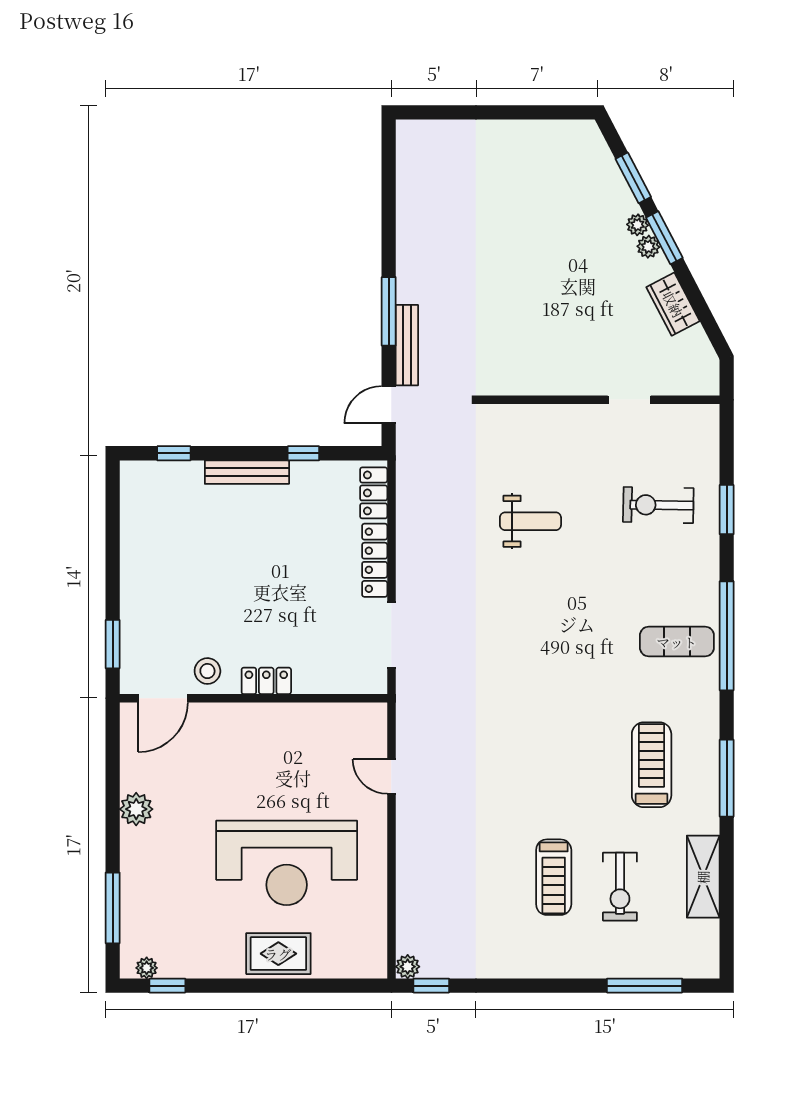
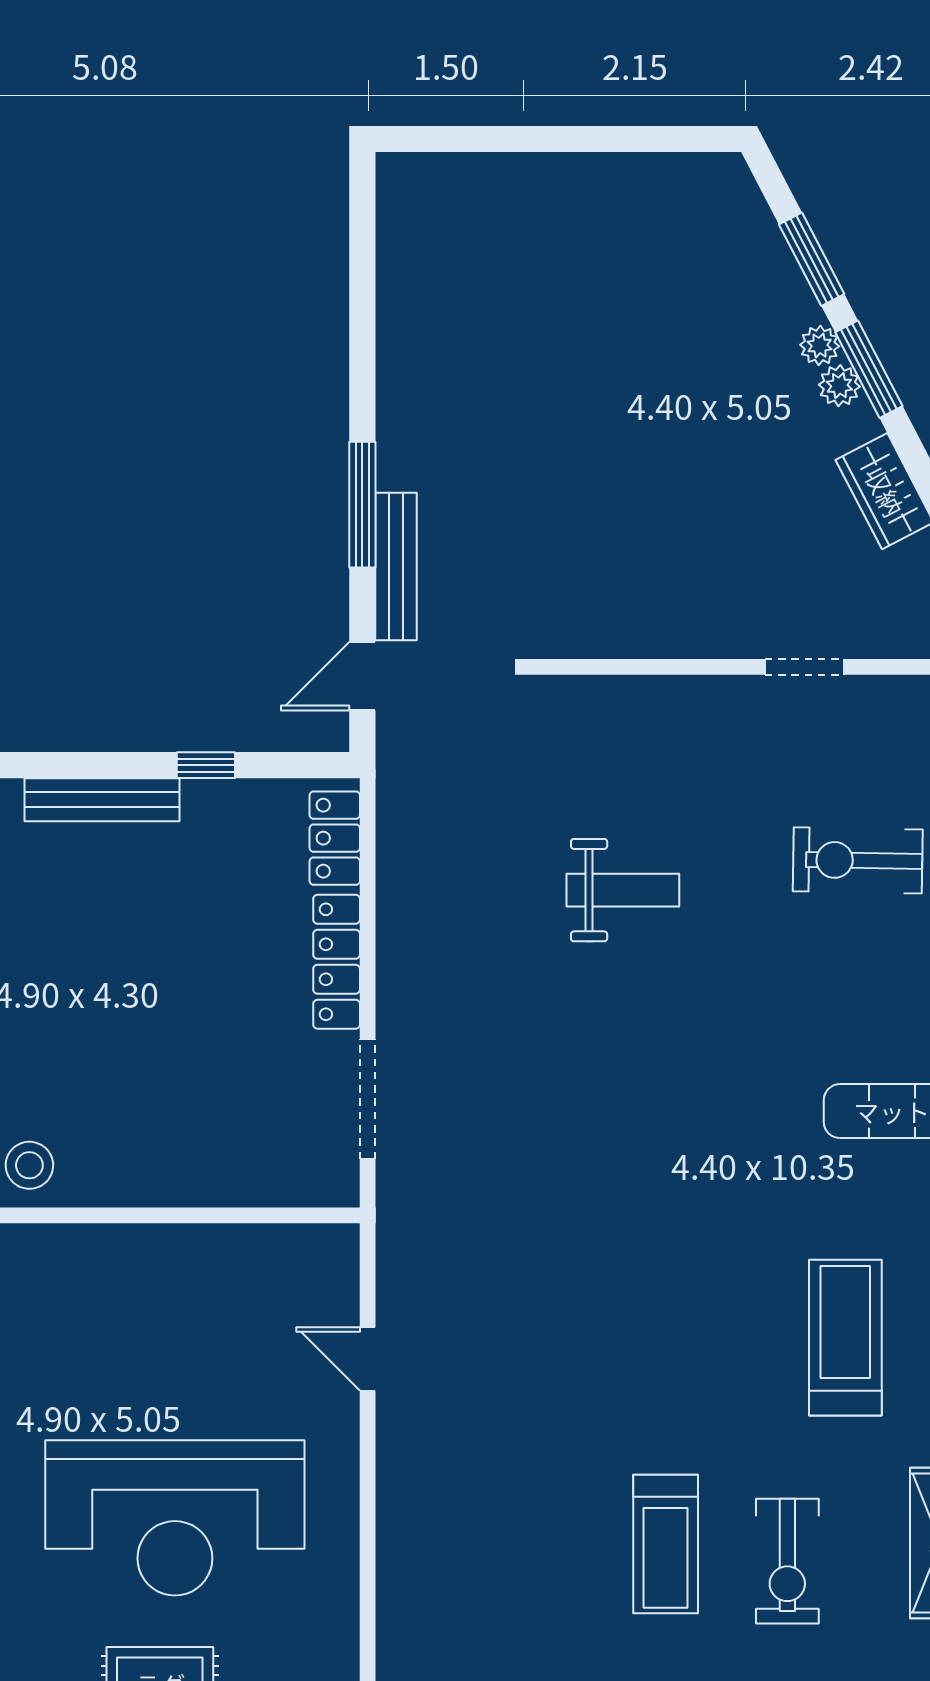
locker: (266, 681) -> (138, 1183), removed

